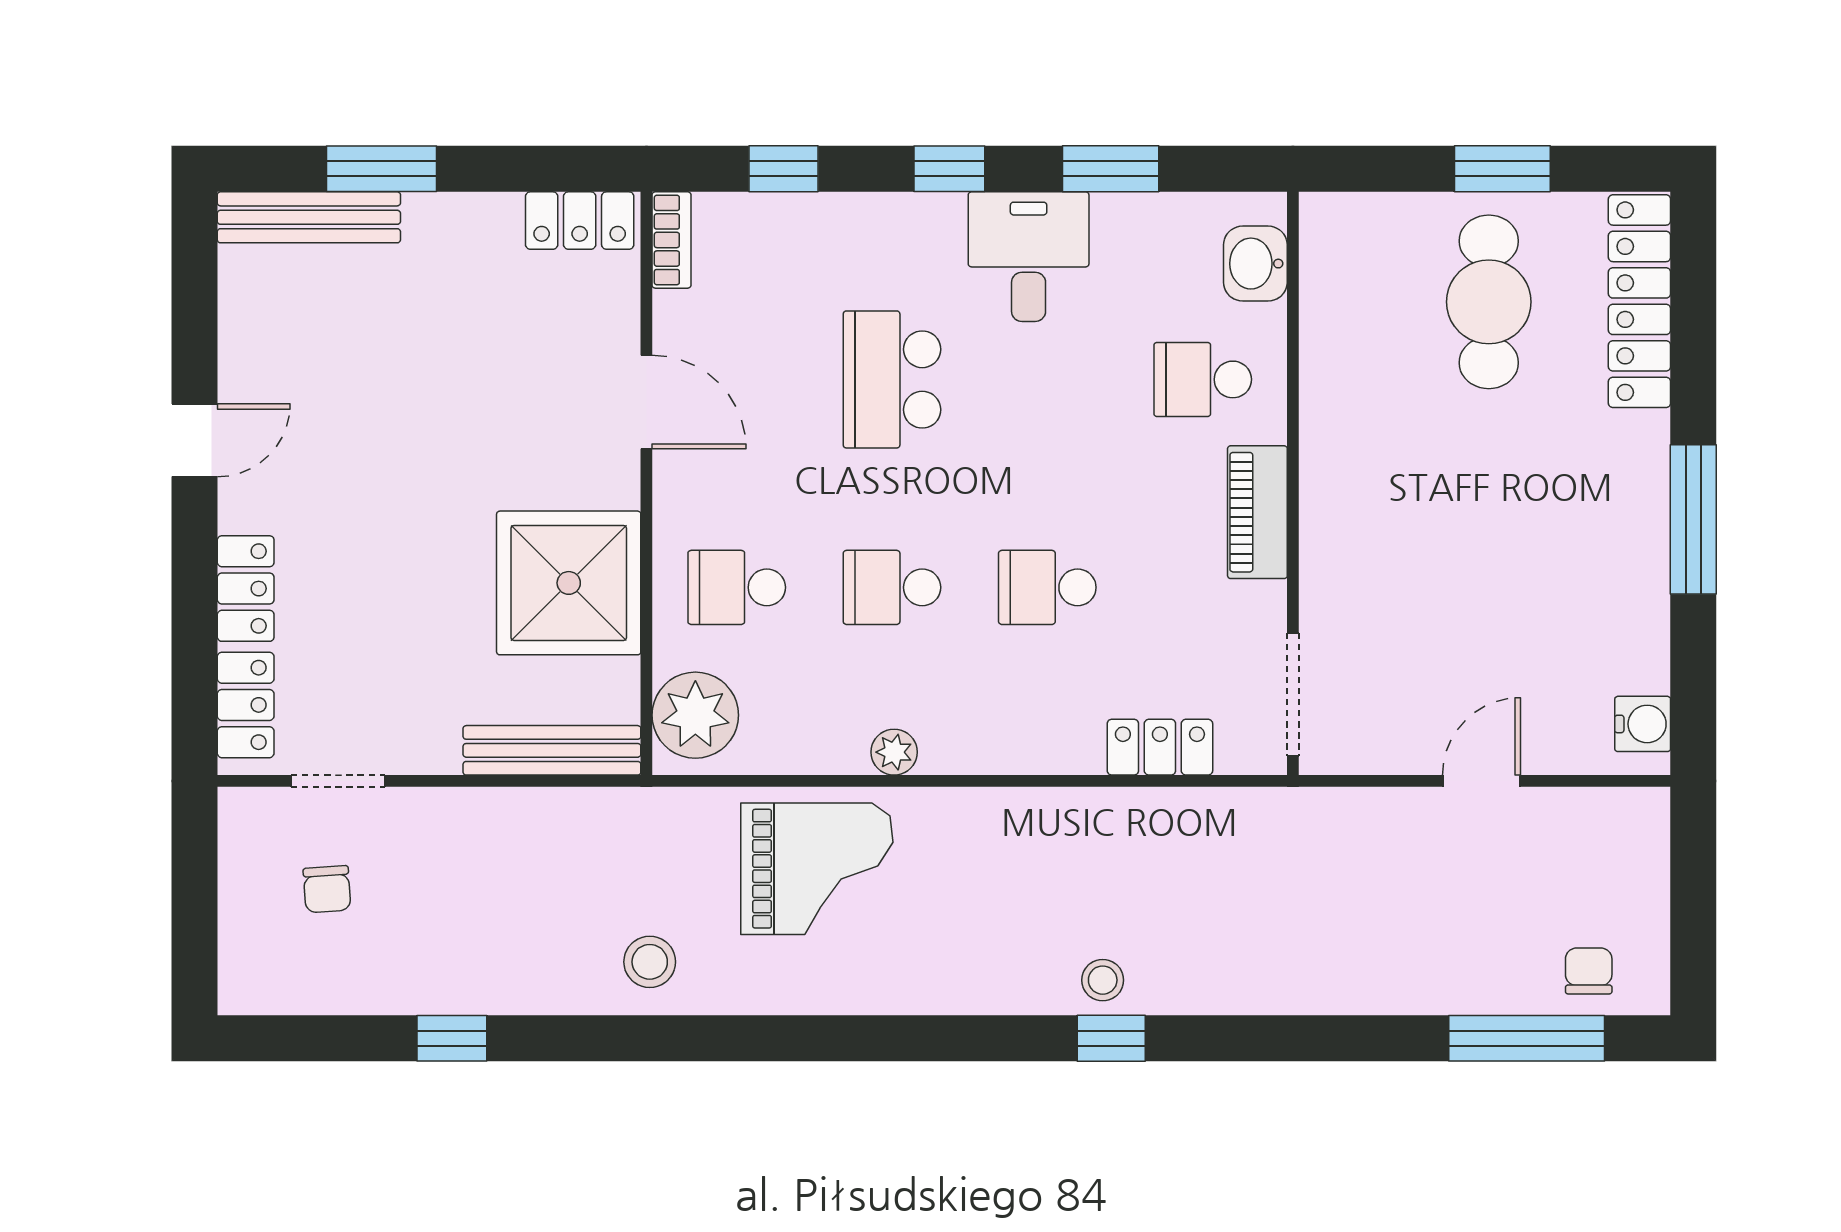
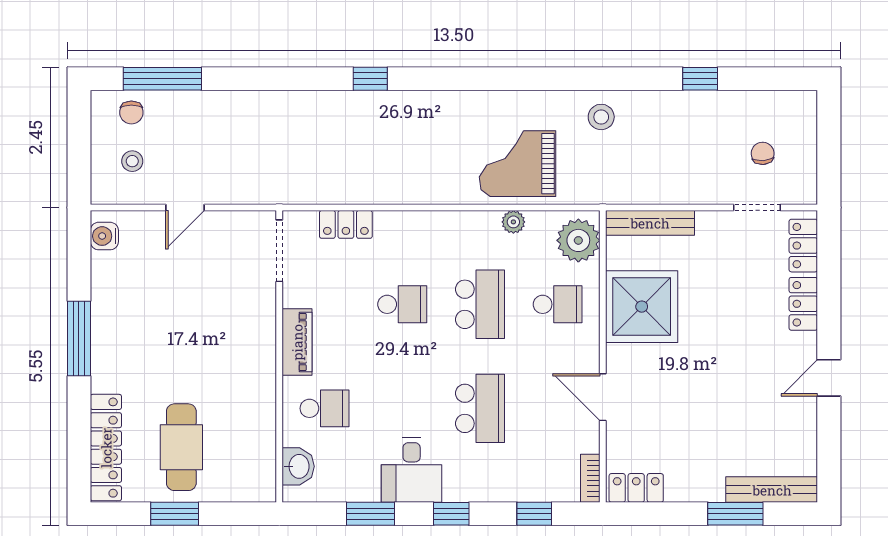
school desk: (892, 587) -> (480, 304), width x1.85
plant: (894, 752) -> (513, 222), moved
stool: (1103, 980) -> (132, 161), moved

